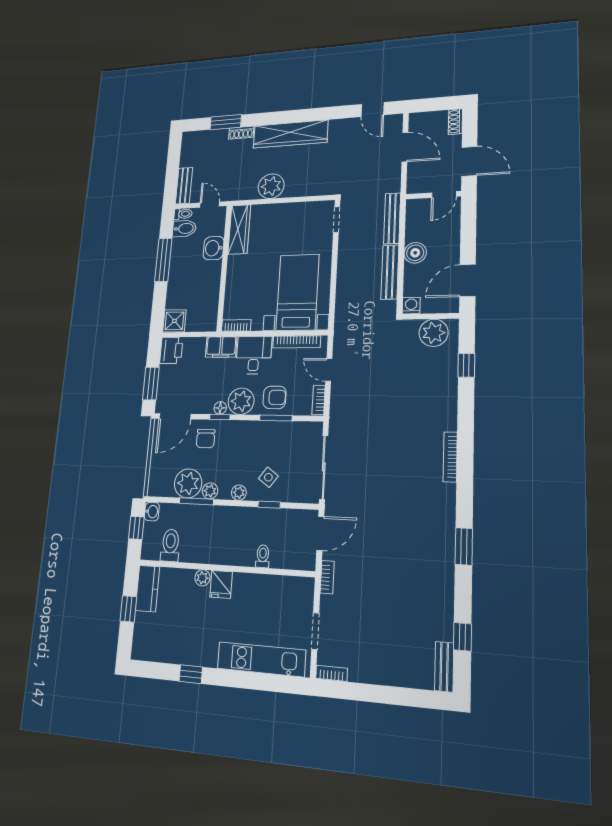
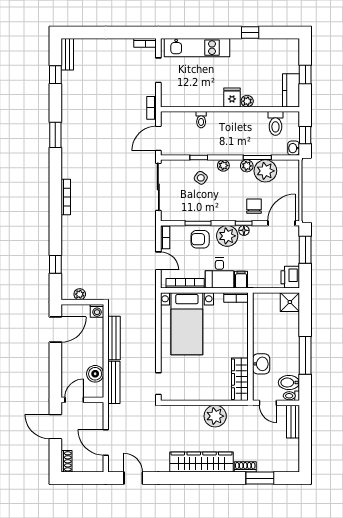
boiler: (415, 253) -> (95, 374), moved
plant: (434, 333) -> (80, 294), width x0.53, depth x0.53
filing cabinet: (221, 347) -> (241, 280), width x0.50

